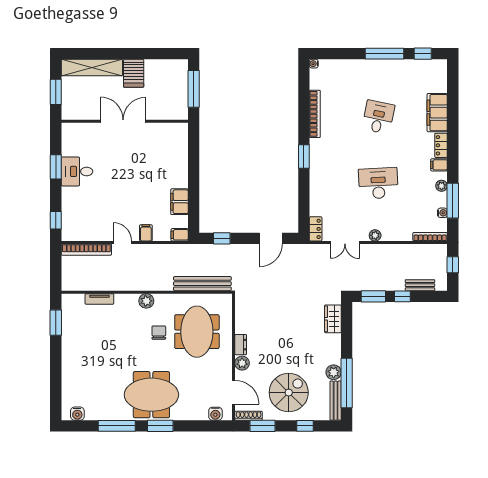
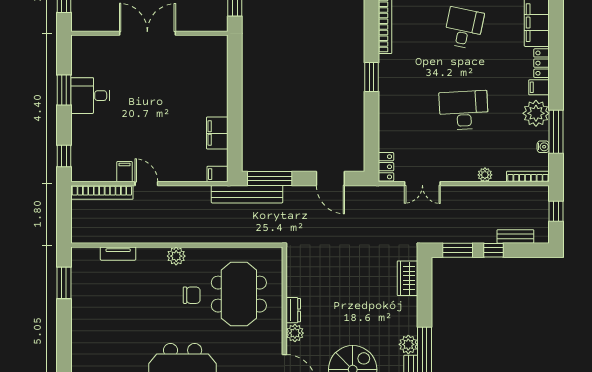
plant: (442, 186) -> (536, 113), width x1.88, depth x1.88
filing cabinet: (146, 233) -> (124, 172), moved
plant: (375, 235) -> (485, 175), moved
window: (222, 238) -> (270, 178), width x2.17
door: (271, 238) -> (330, 178), hinge flipped
bench: (202, 284) -> (247, 194), moved
chair: (159, 333) -> (192, 295), turned 90

